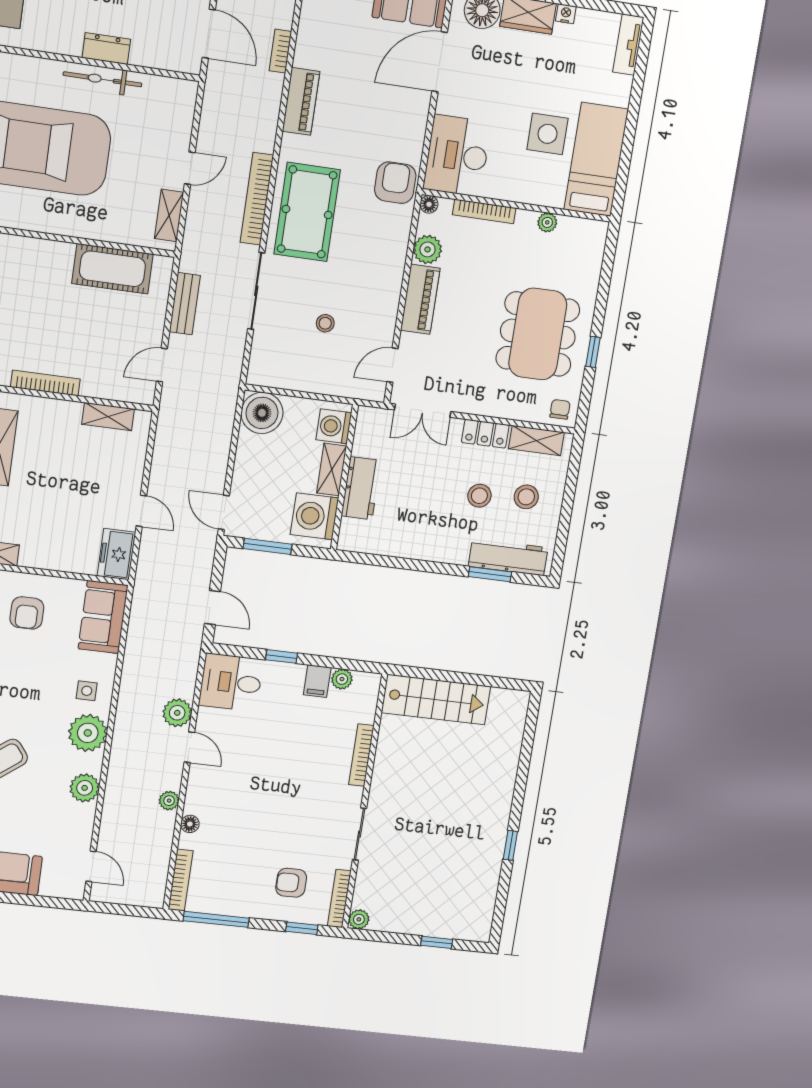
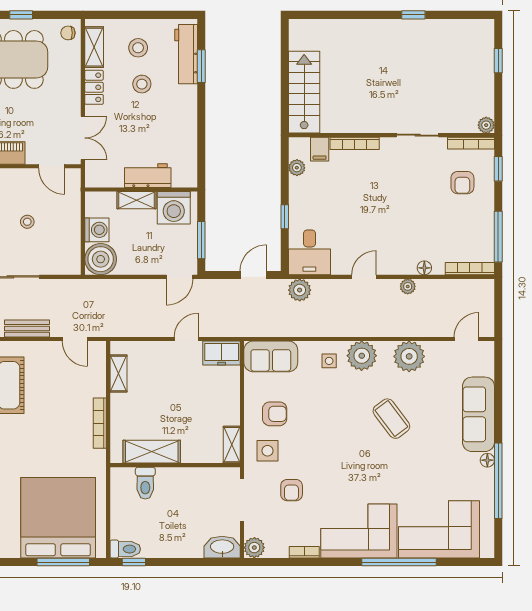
washing machine: (334, 426) -> (97, 230), moved, turned -90
filing cabinet: (317, 681) -> (320, 149), moved, turned 90
plant: (177, 713) -> (300, 290), moved
plant: (85, 788) -> (409, 356), width x1.36, depth x1.36

